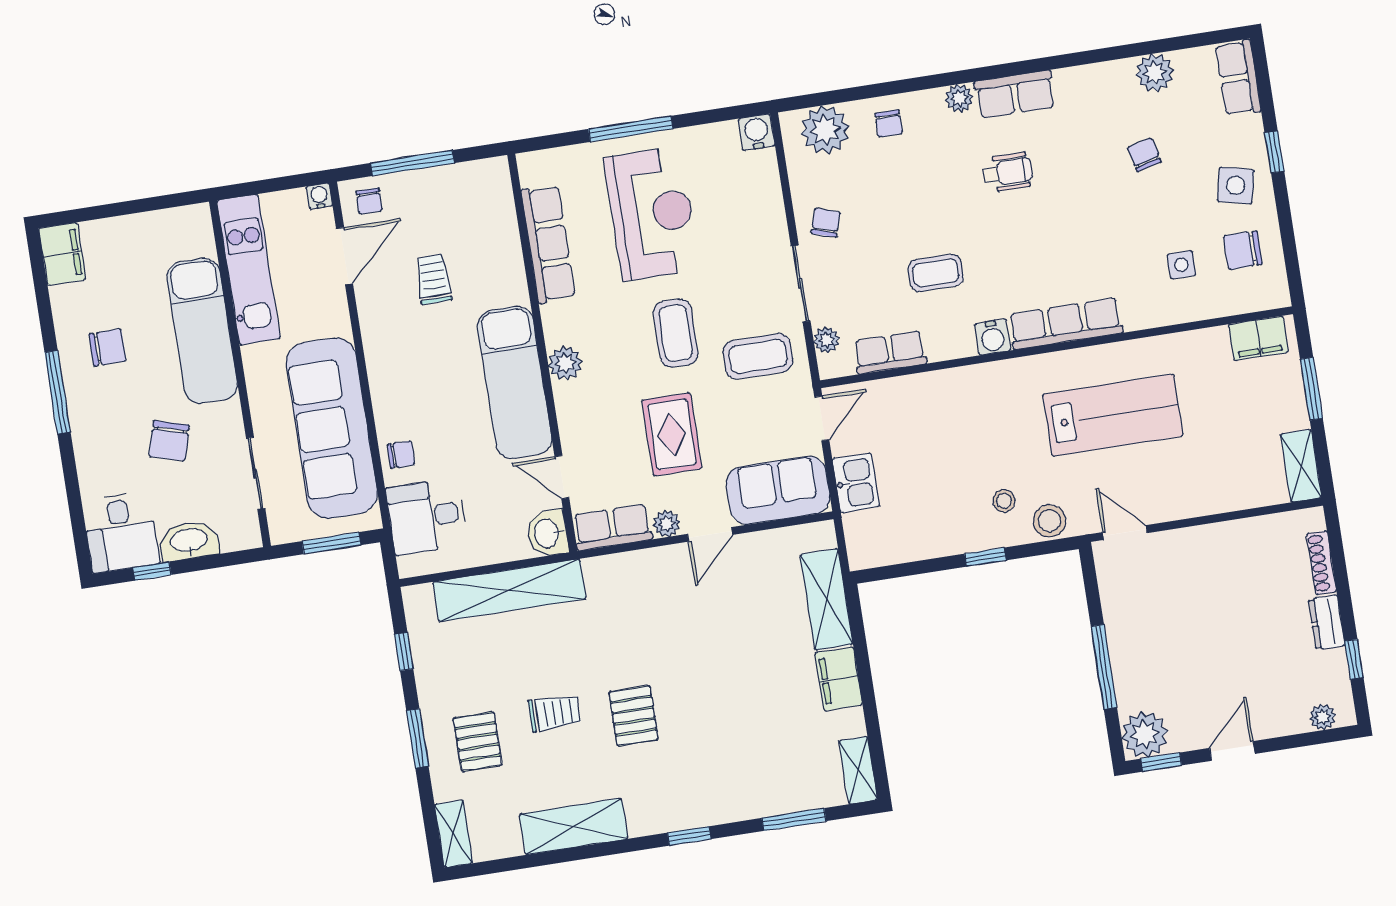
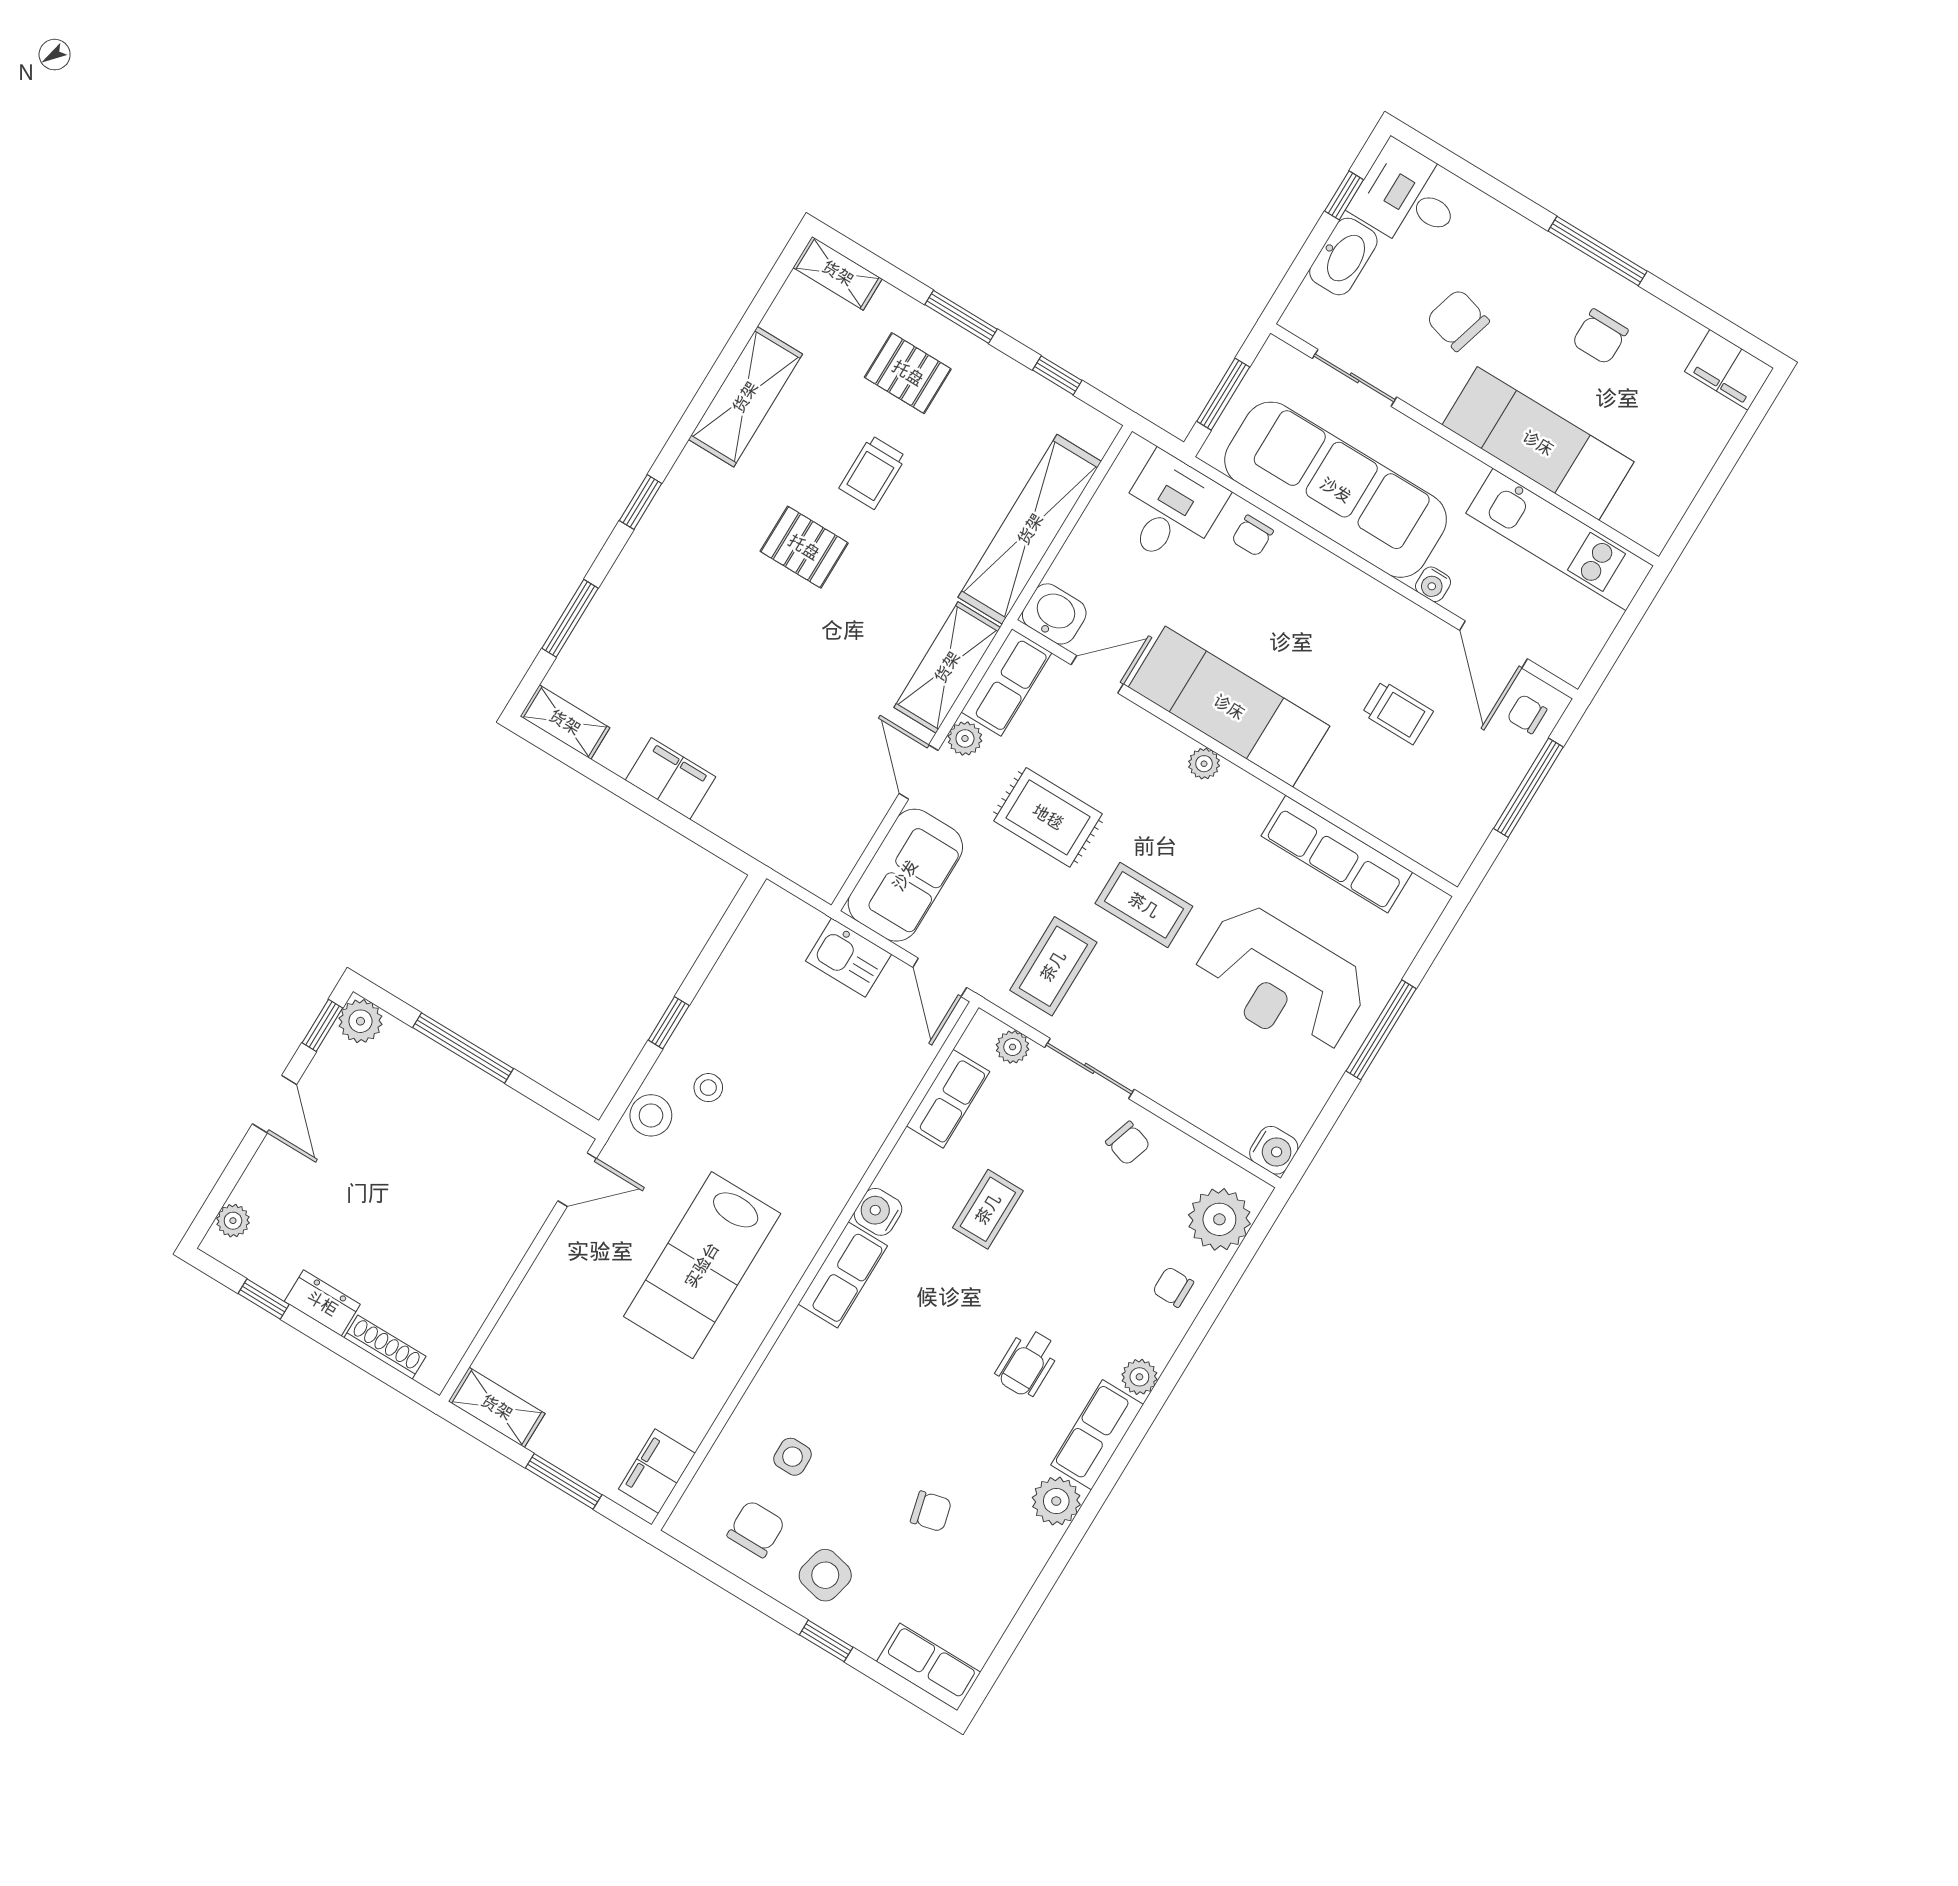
plant: (1155, 73) -> (1056, 1501), moved
water cooler: (319, 196) -> (1433, 584), moved, turned 90
row of seats: (1066, 324) -> (843, 1275), width x0.68
plant: (565, 363) -> (1204, 764), width x0.73, depth x0.73
shelving: (827, 599) -> (947, 667), moved, turned 90
plant: (1145, 734) -> (360, 1021), width x0.73, depth x0.73

